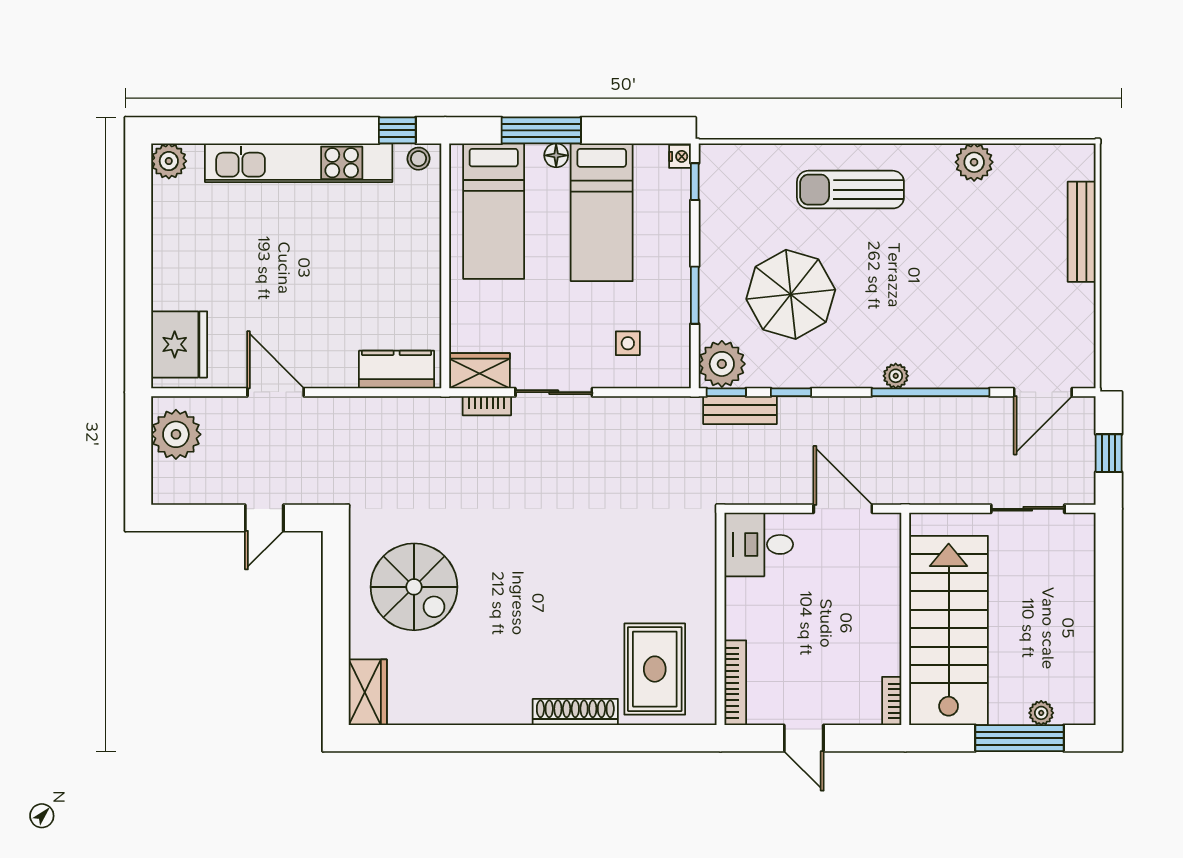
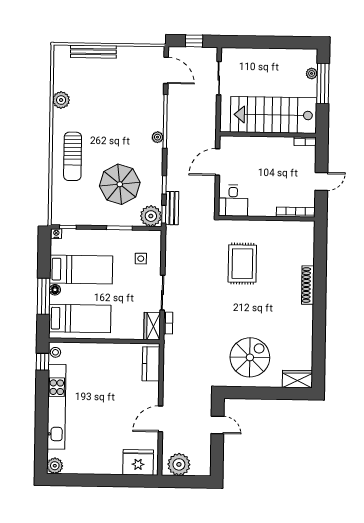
rug: (655, 669) -> (242, 264), moved, turned 90

